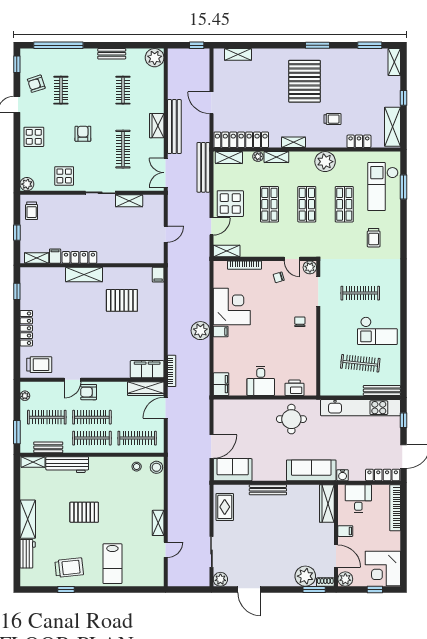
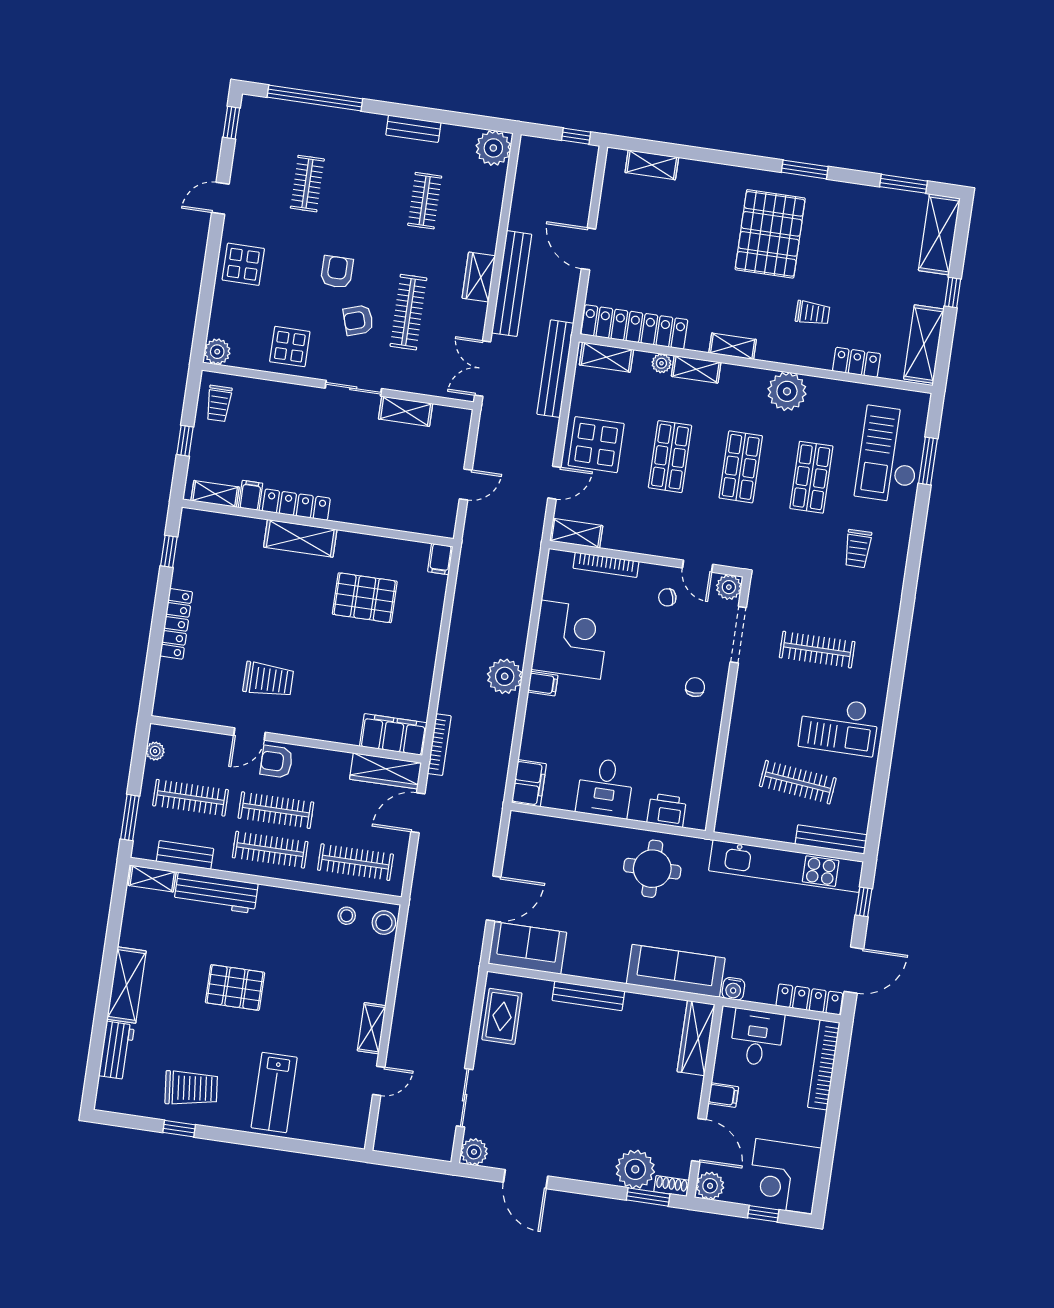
shelving: (394, 62) -> (939, 234), width x1.50, depth x1.33
armchair: (36, 84) -> (358, 320), moved
trolley: (39, 365) -> (268, 680), moved

